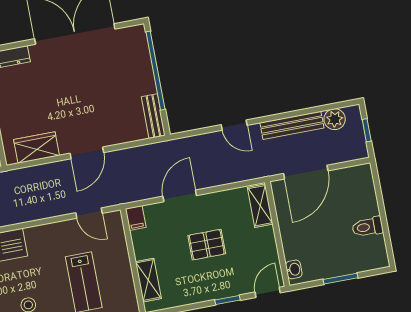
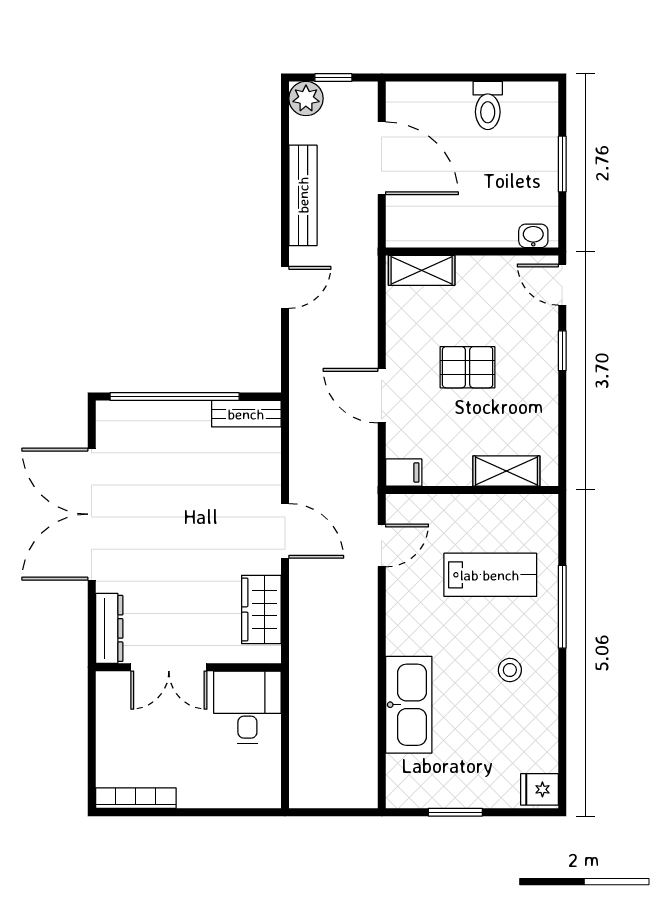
plant: (335, 119) -> (306, 99), moved
door: (306, 172) -> (382, 158), moved
pallet: (207, 245) -> (468, 367), turned 90

